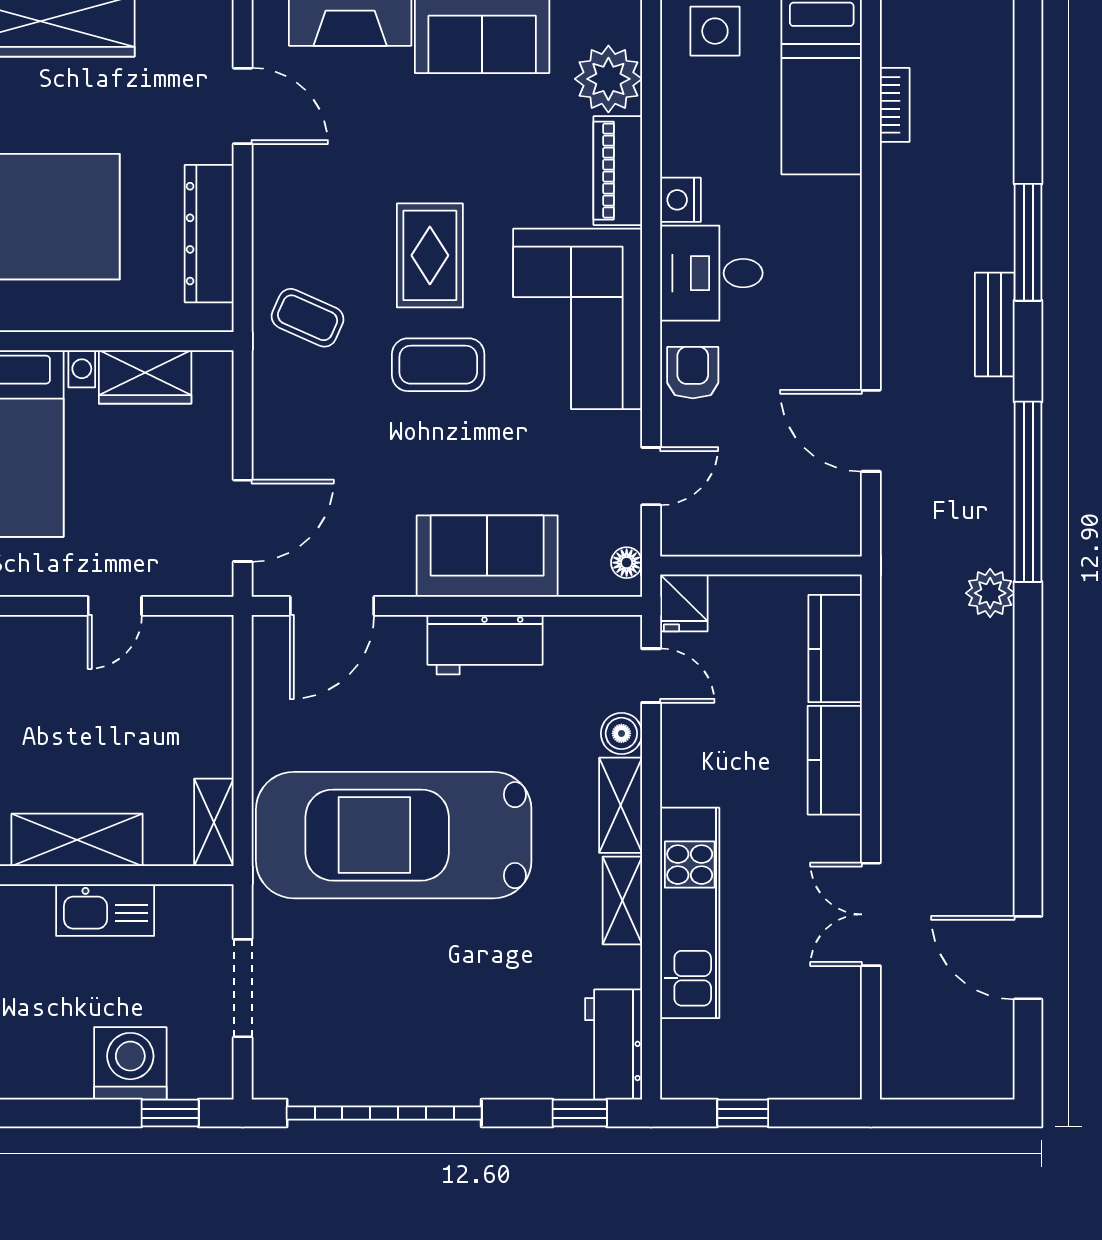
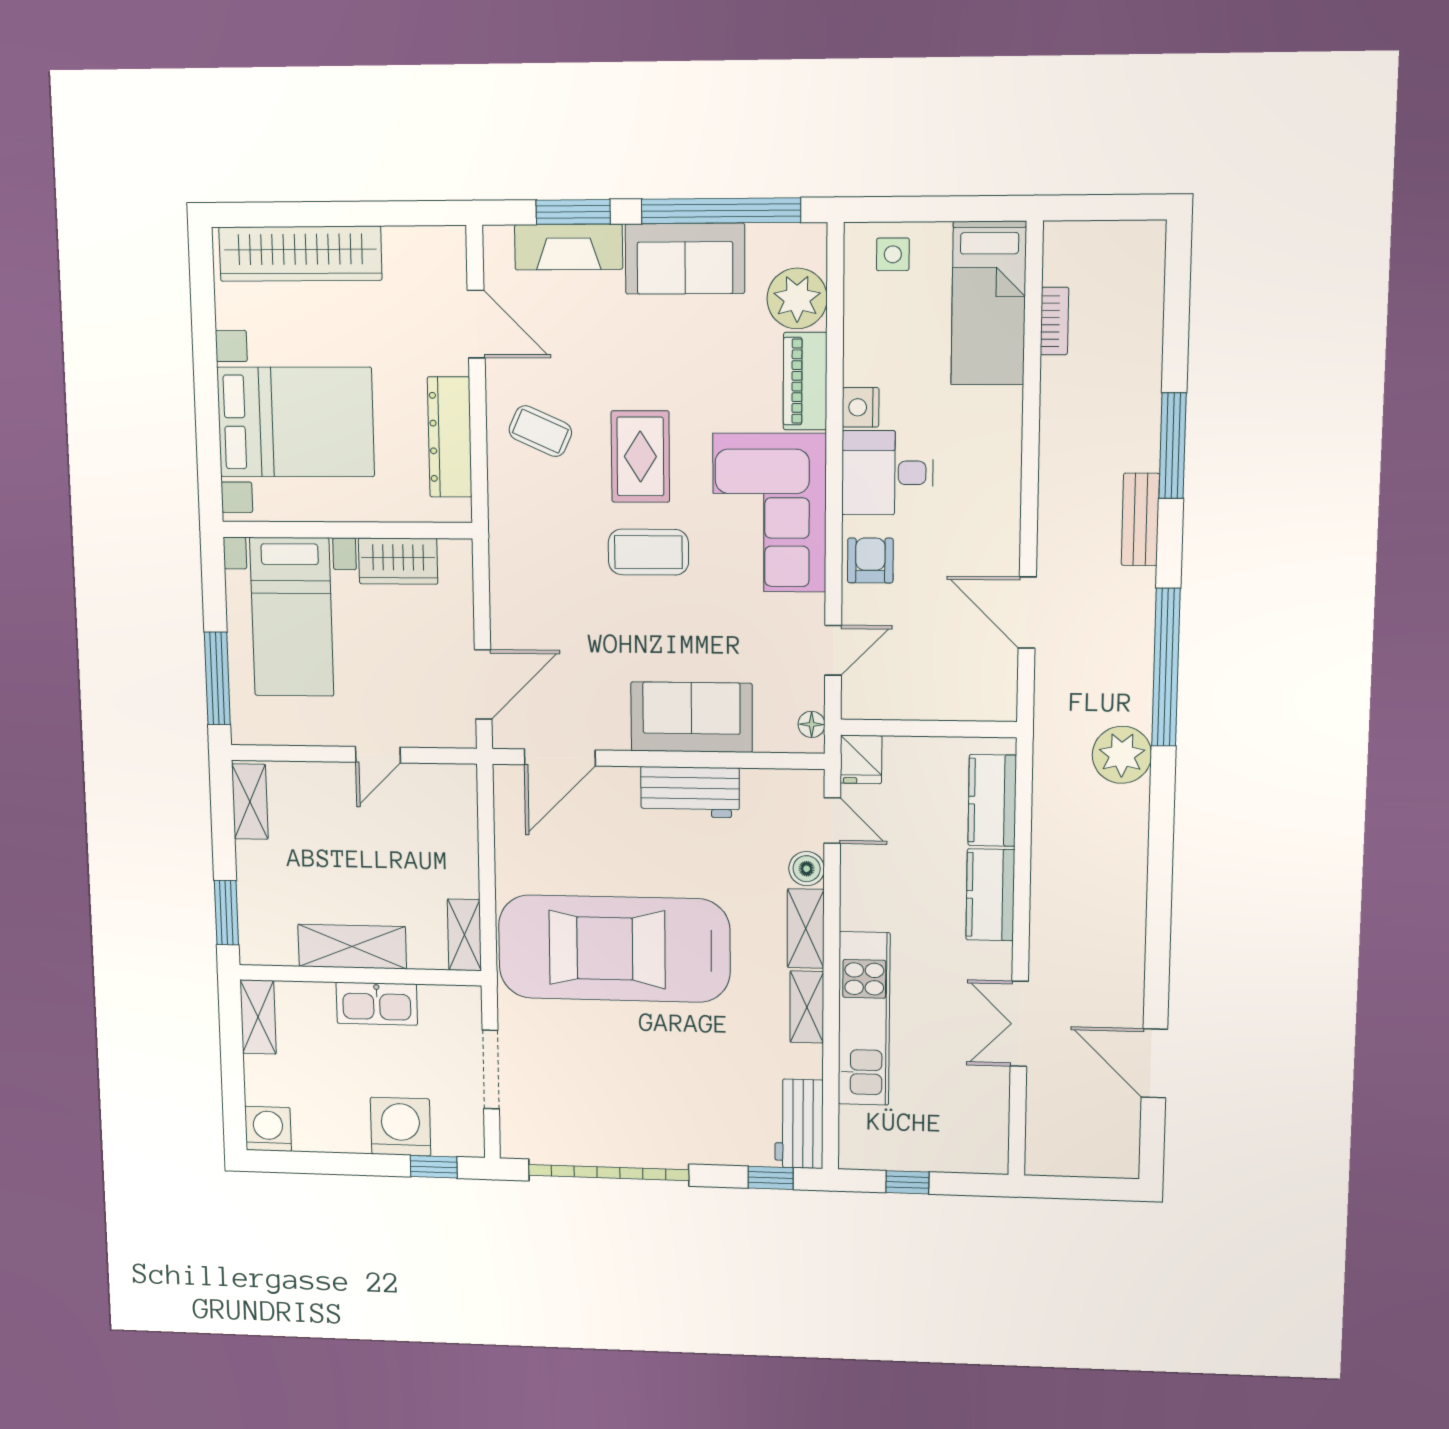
side table: (715, 31) -> (893, 254), width x0.73, depth x0.73
coffee table: (308, 318) -> (540, 431), moved
plant: (990, 593) -> (1122, 755), width x1.36, depth x1.36

